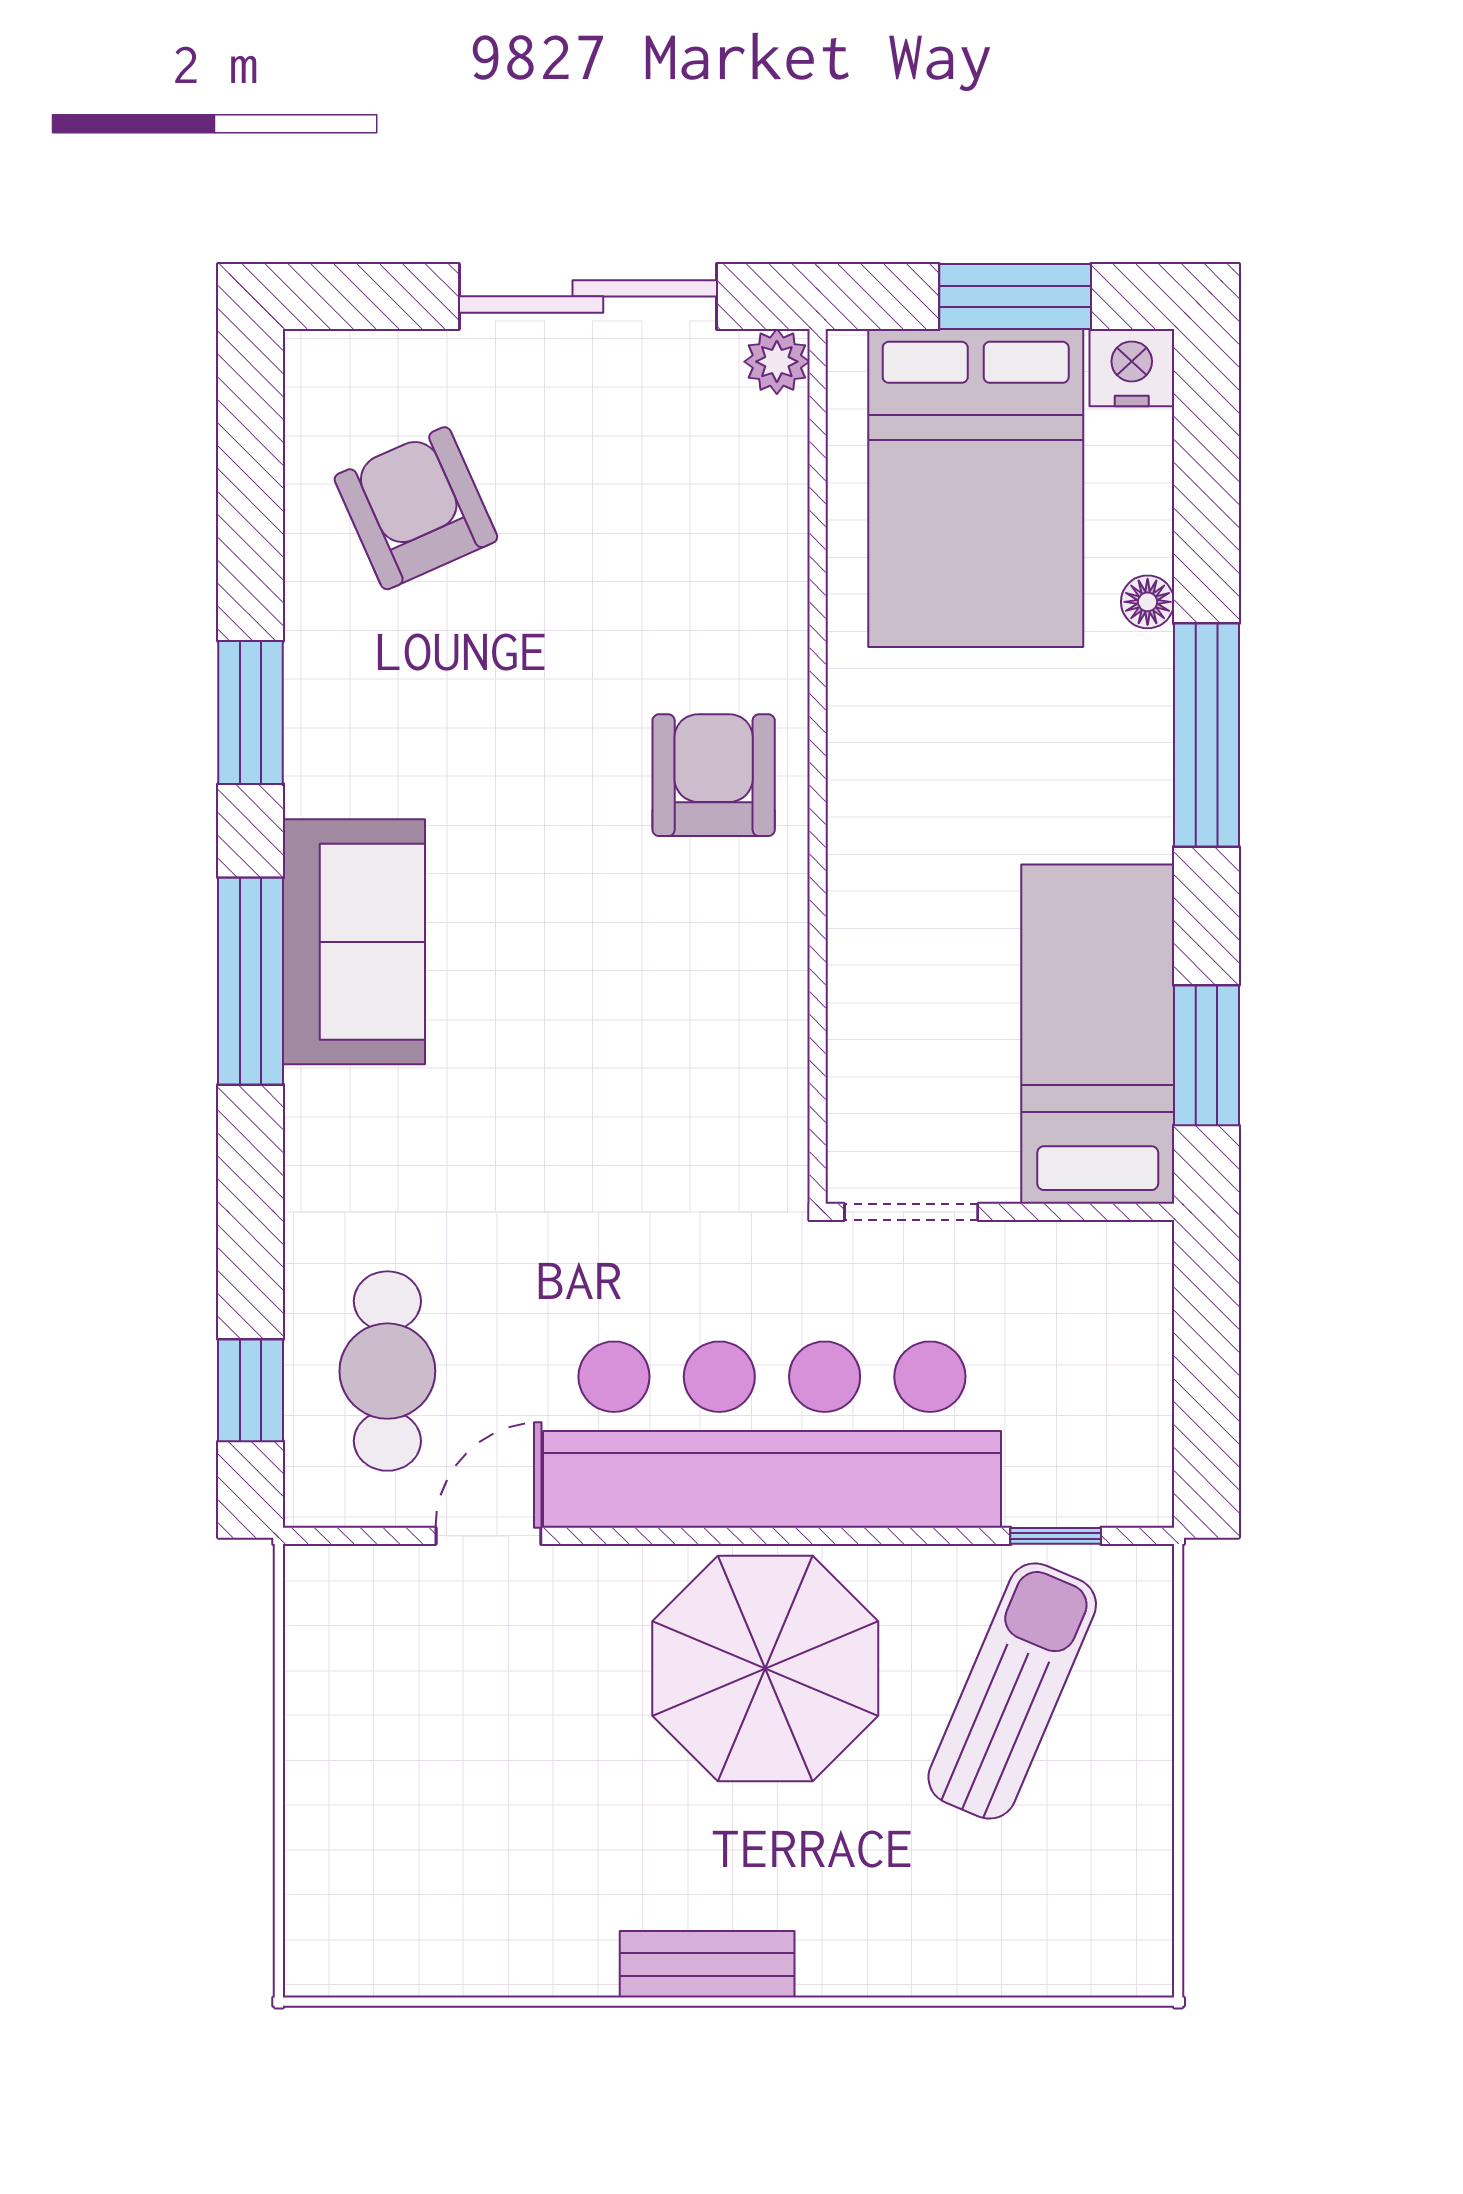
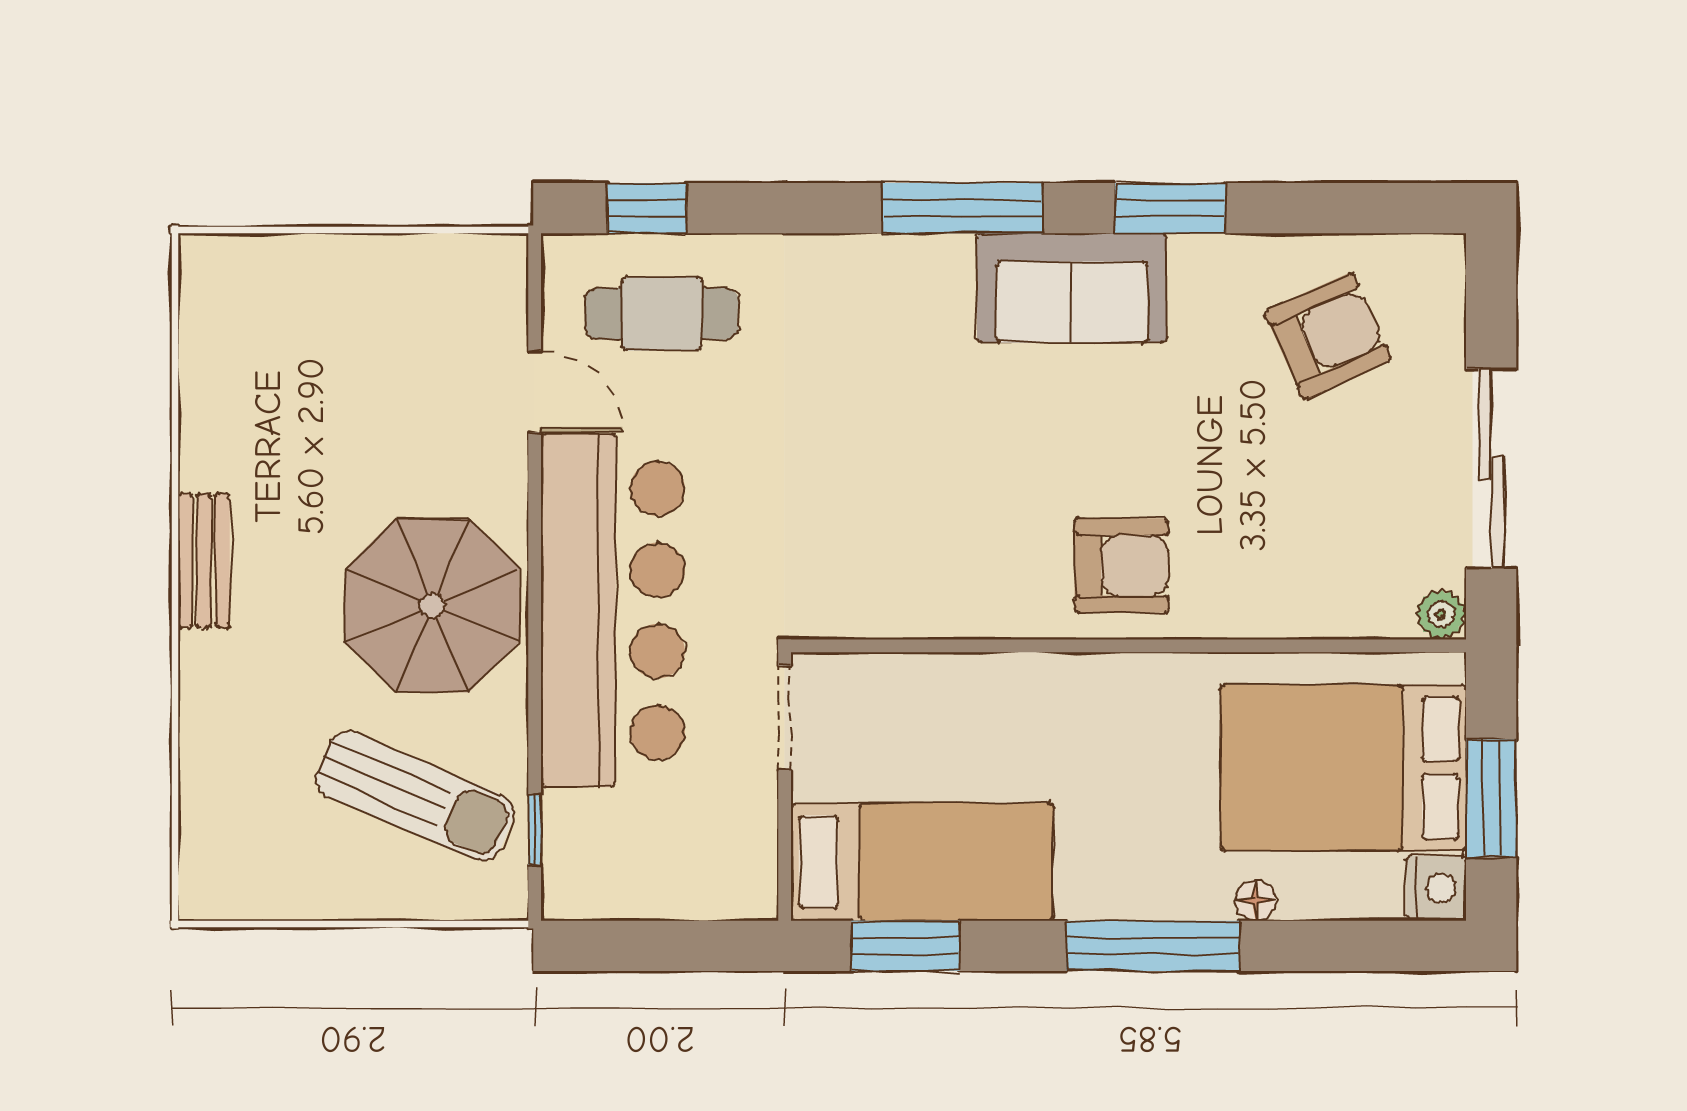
sofa: (354, 942) -> (1072, 288), moved

